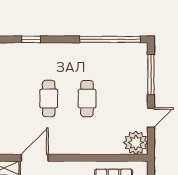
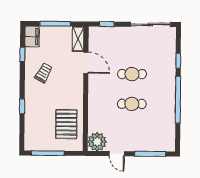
window: (110, 39) -> (178, 100), moved

